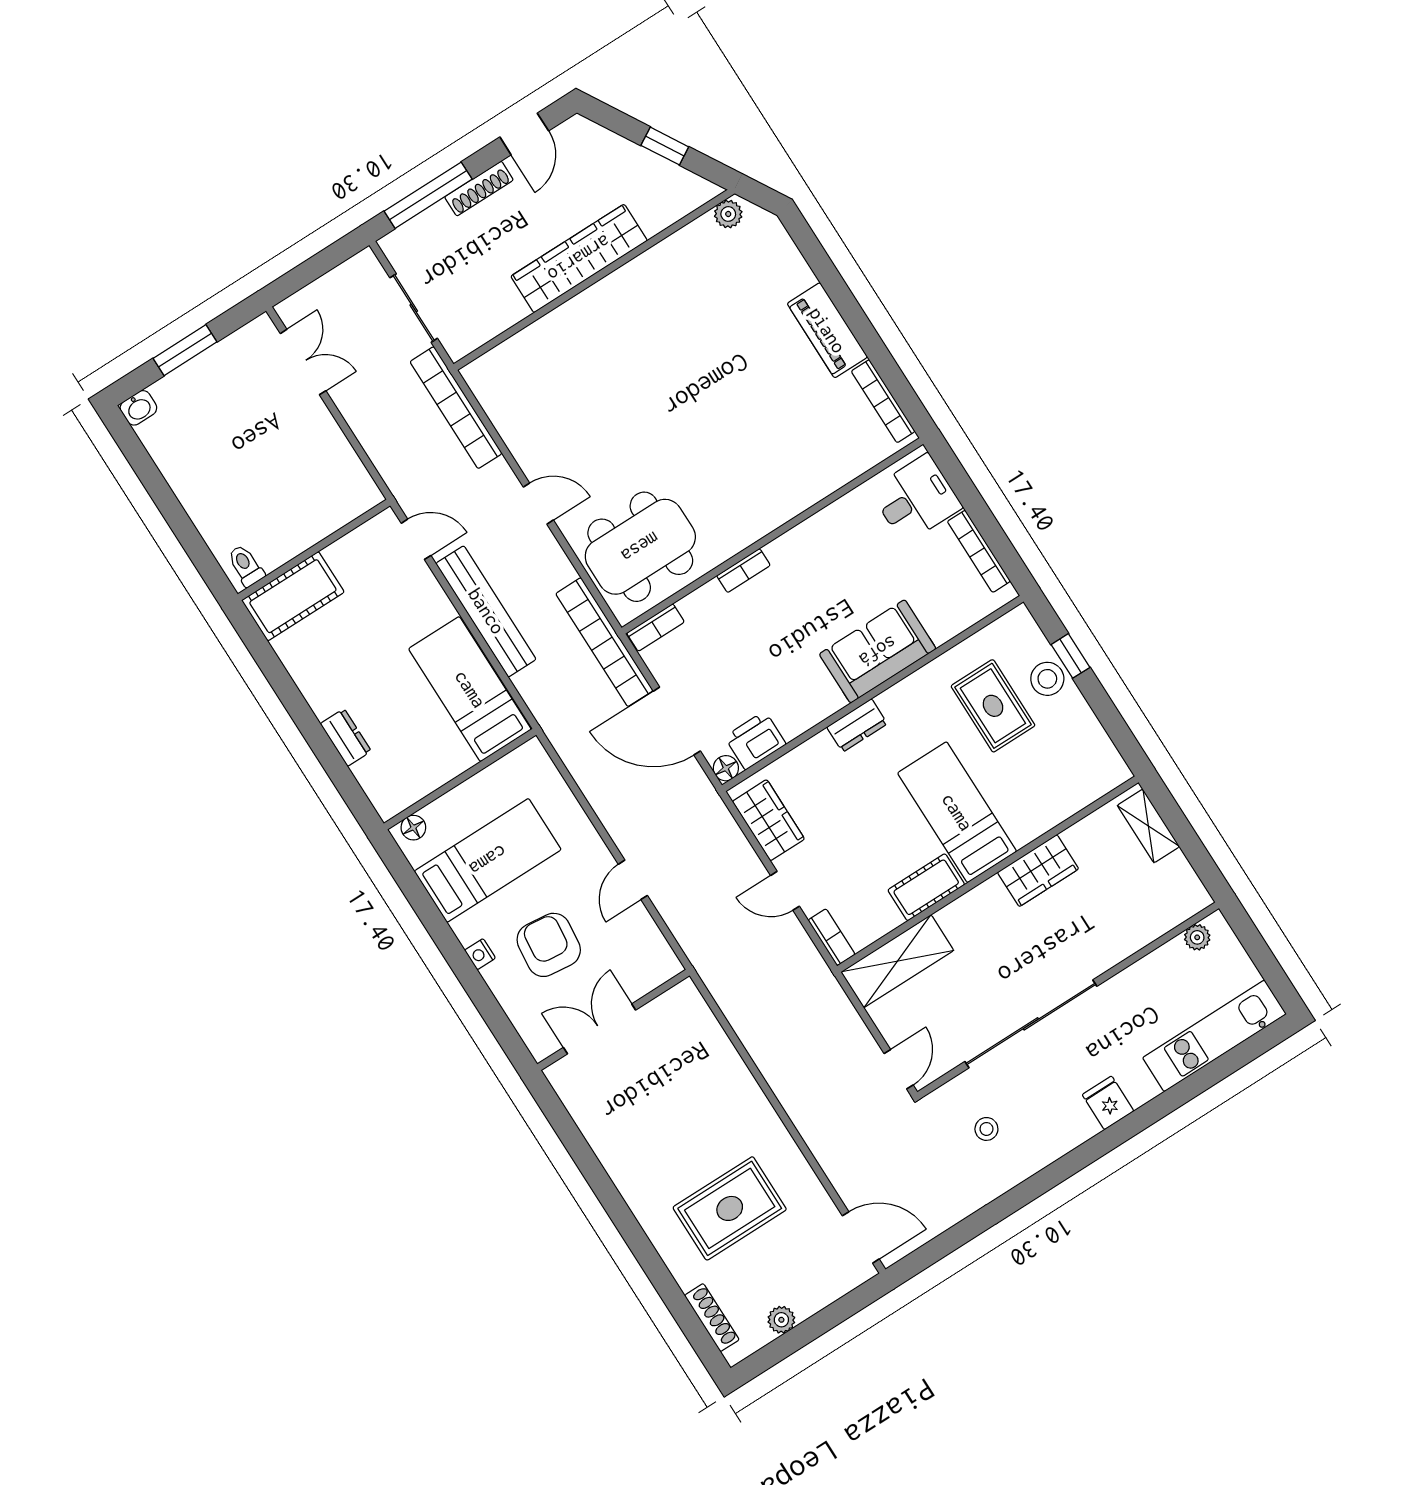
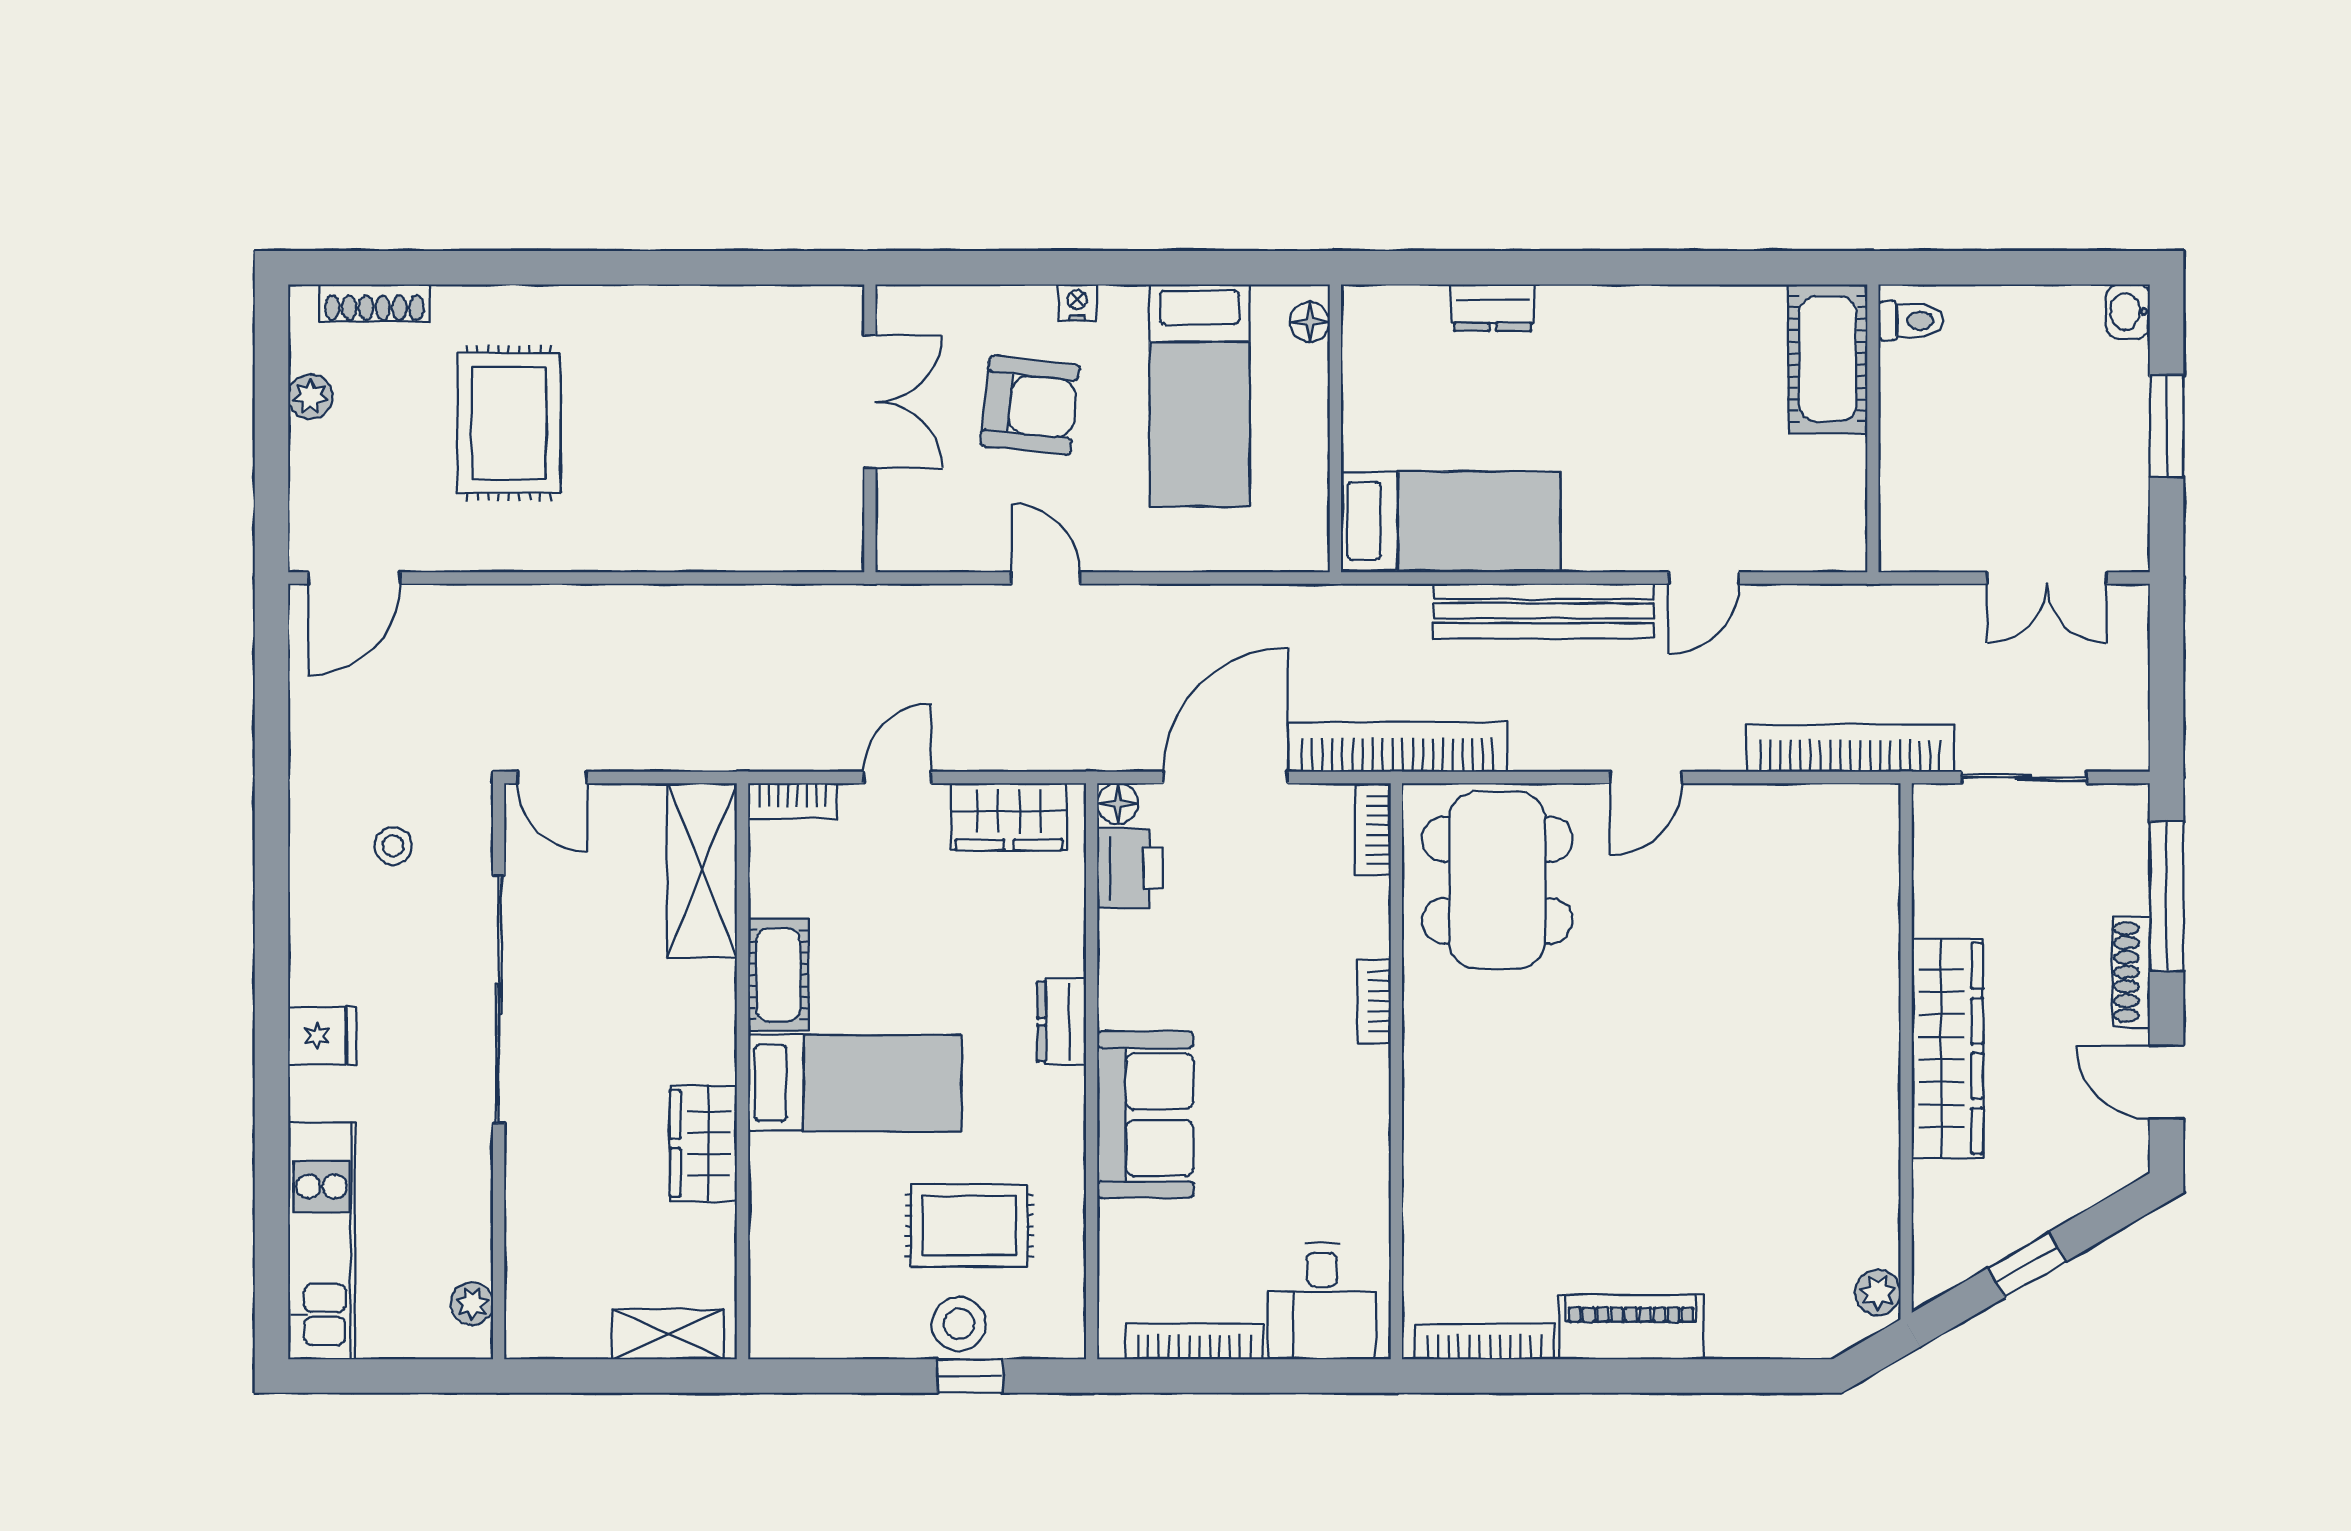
wall: (314, 550) -> (1873, 428), moved
toilet: (246, 566) -> (1911, 321), moved
cot: (293, 596) -> (1828, 359), moved

